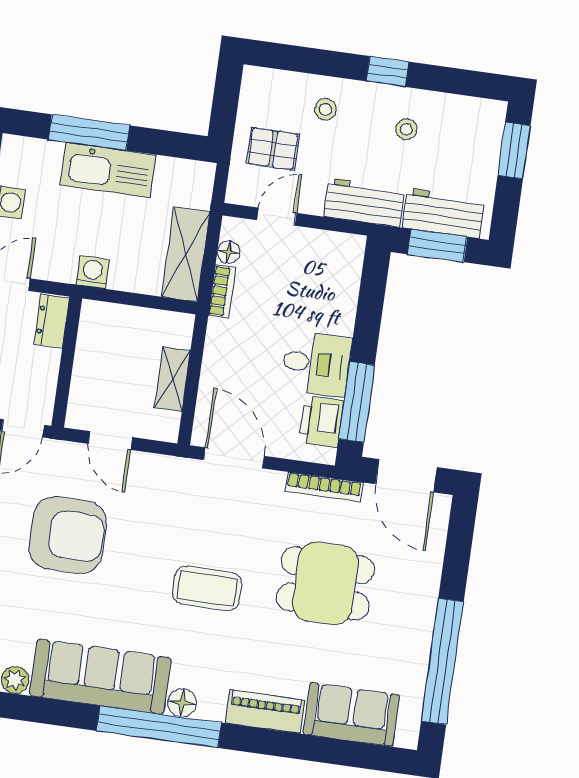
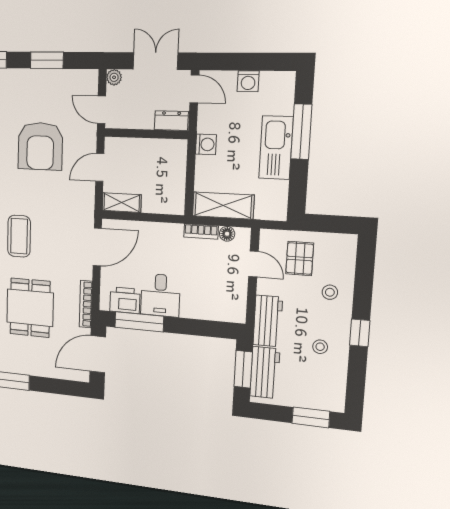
shelving: (172, 379) -> (122, 203), moved

